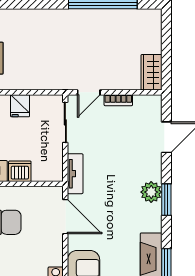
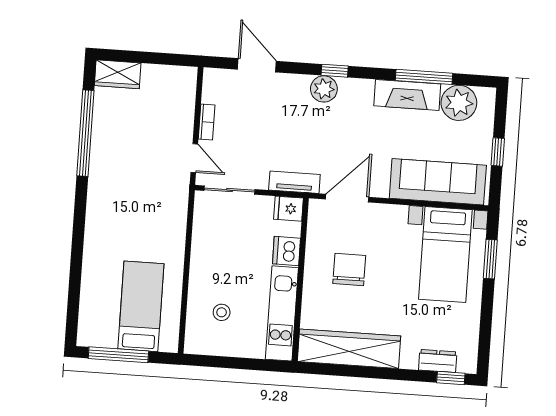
wardrobe: (151, 72) -> (118, 74), moved
fridge: (20, 106) -> (288, 209), moved, turned 180
window: (166, 200) -> (335, 71), width x0.67

